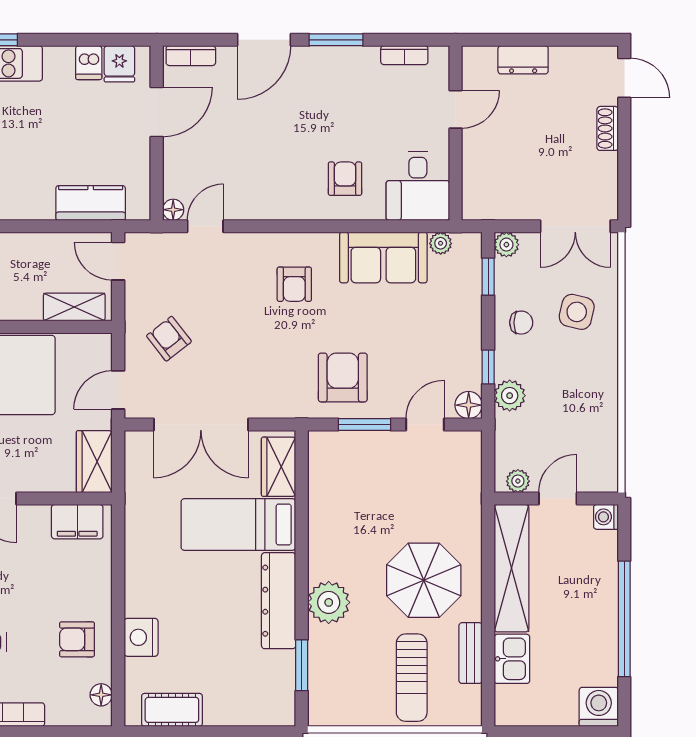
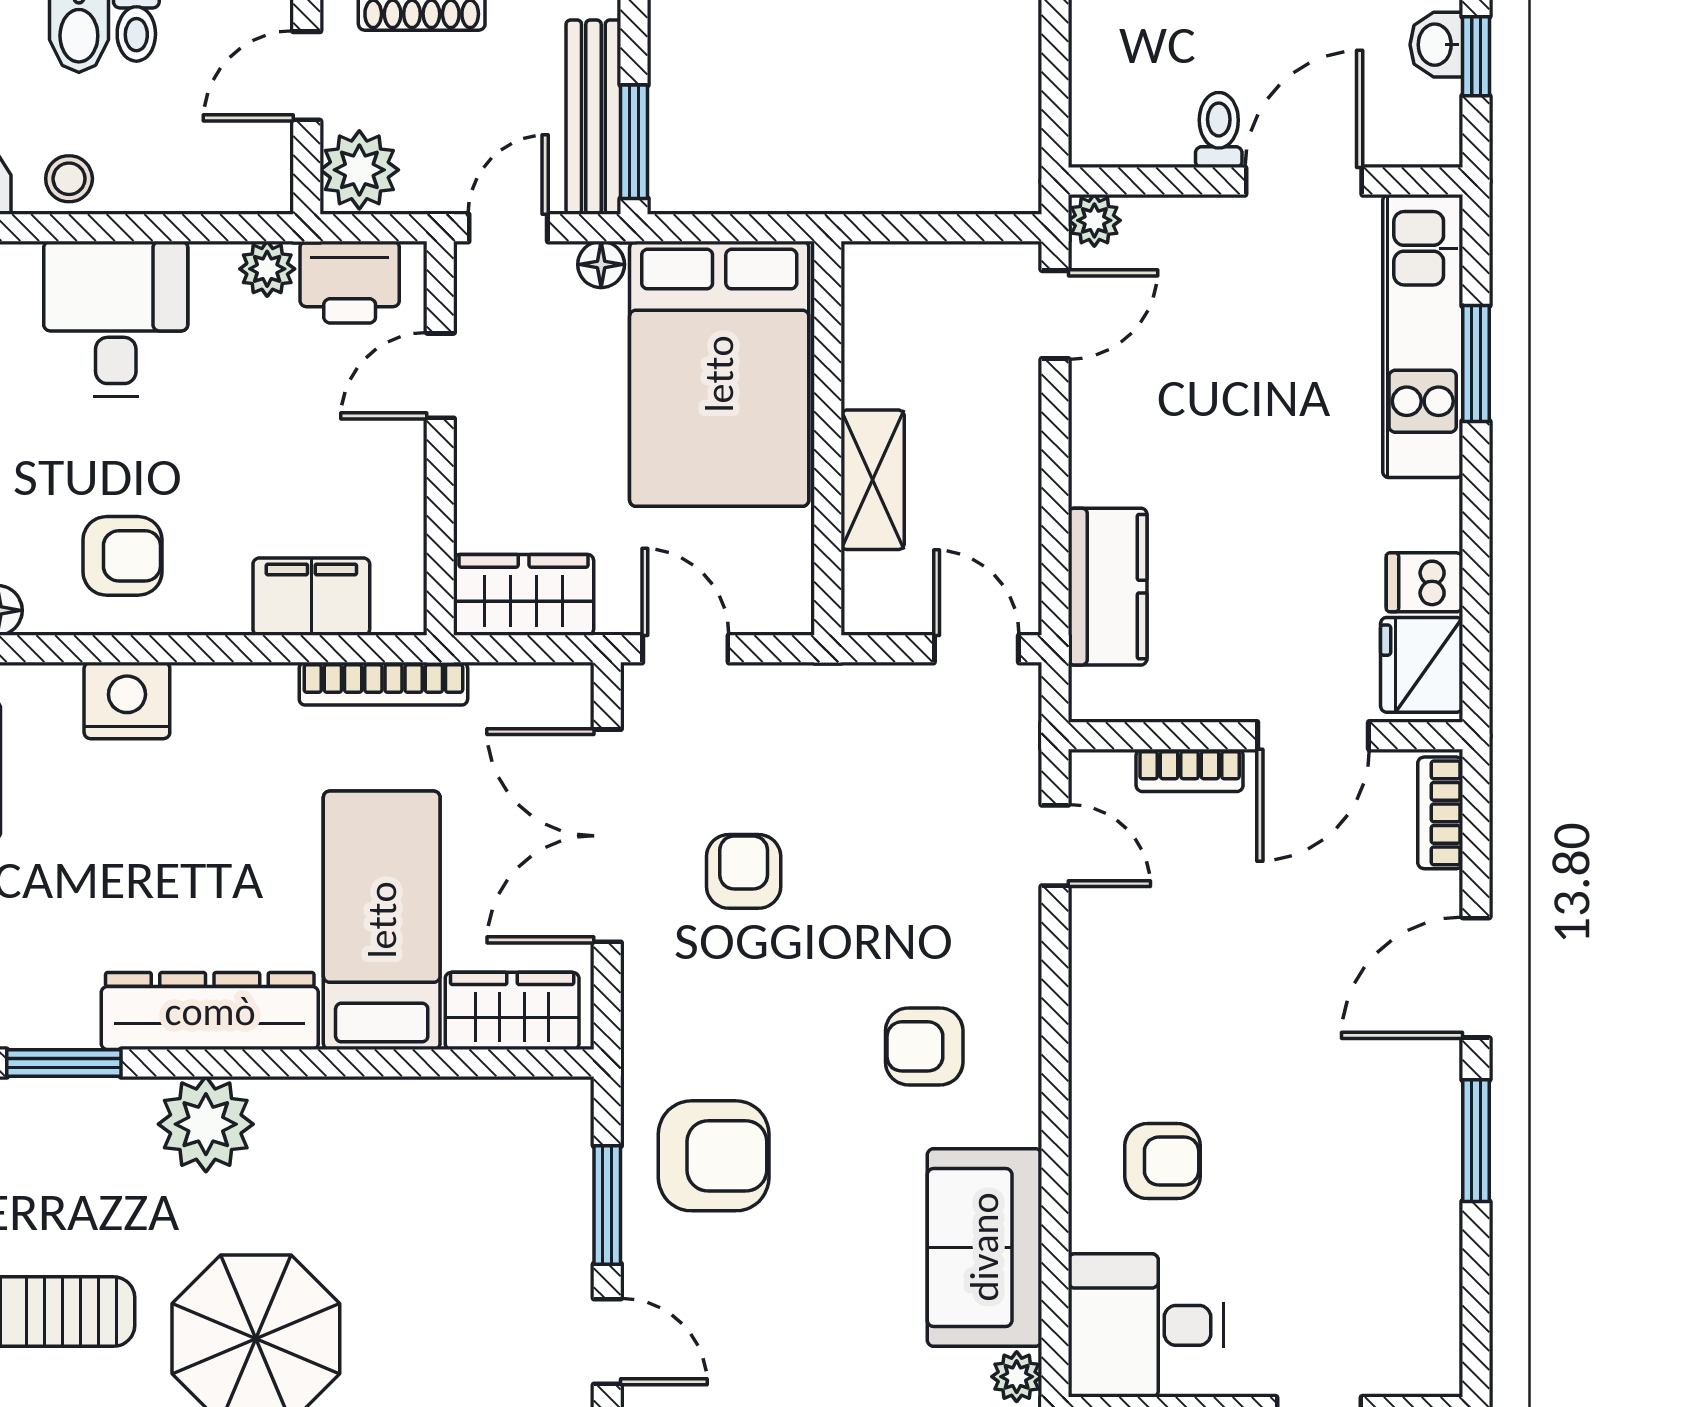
door: (264, 40) -> (1476, 978), hinge flipped
bookcase: (404, 55) -> (1190, 770), moved, turned -90
fridge: (119, 64) -> (1422, 665), width x1.38
door: (157, 112) -> (1313, 736), hinge flipped
floor lamp: (173, 210) -> (1092, 773), removed
door: (118, 261) -> (976, 649), hinge flipped
shelving: (74, 307) -> (873, 480), moved
armchair: (169, 339) -> (744, 871), moved, turned -52
filing cabinet: (77, 522) -> (311, 597), moved, turned 90
bookcase: (134, 524) -> (383, 684), added
armchair: (77, 639) -> (122, 556), turned 90

